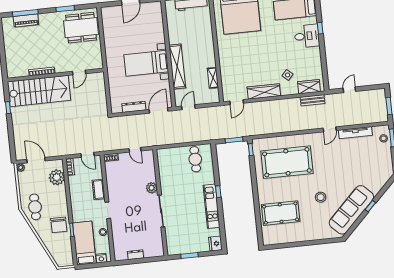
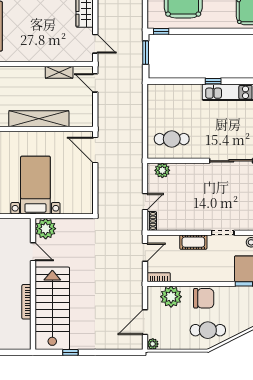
bed with nightstands: (146, 63) -> (35, 185), moved, turned 180
plant: (97, 80) -> (46, 229), added
dresser: (134, 107) -> (87, 183), removed
door: (188, 107) -> (95, 83), moved
door: (135, 150) -> (145, 202), moved
cafe table: (195, 159) -> (172, 139), moved
plant: (152, 188) -> (162, 170), moved
chair: (59, 225) -> (204, 298), moved

